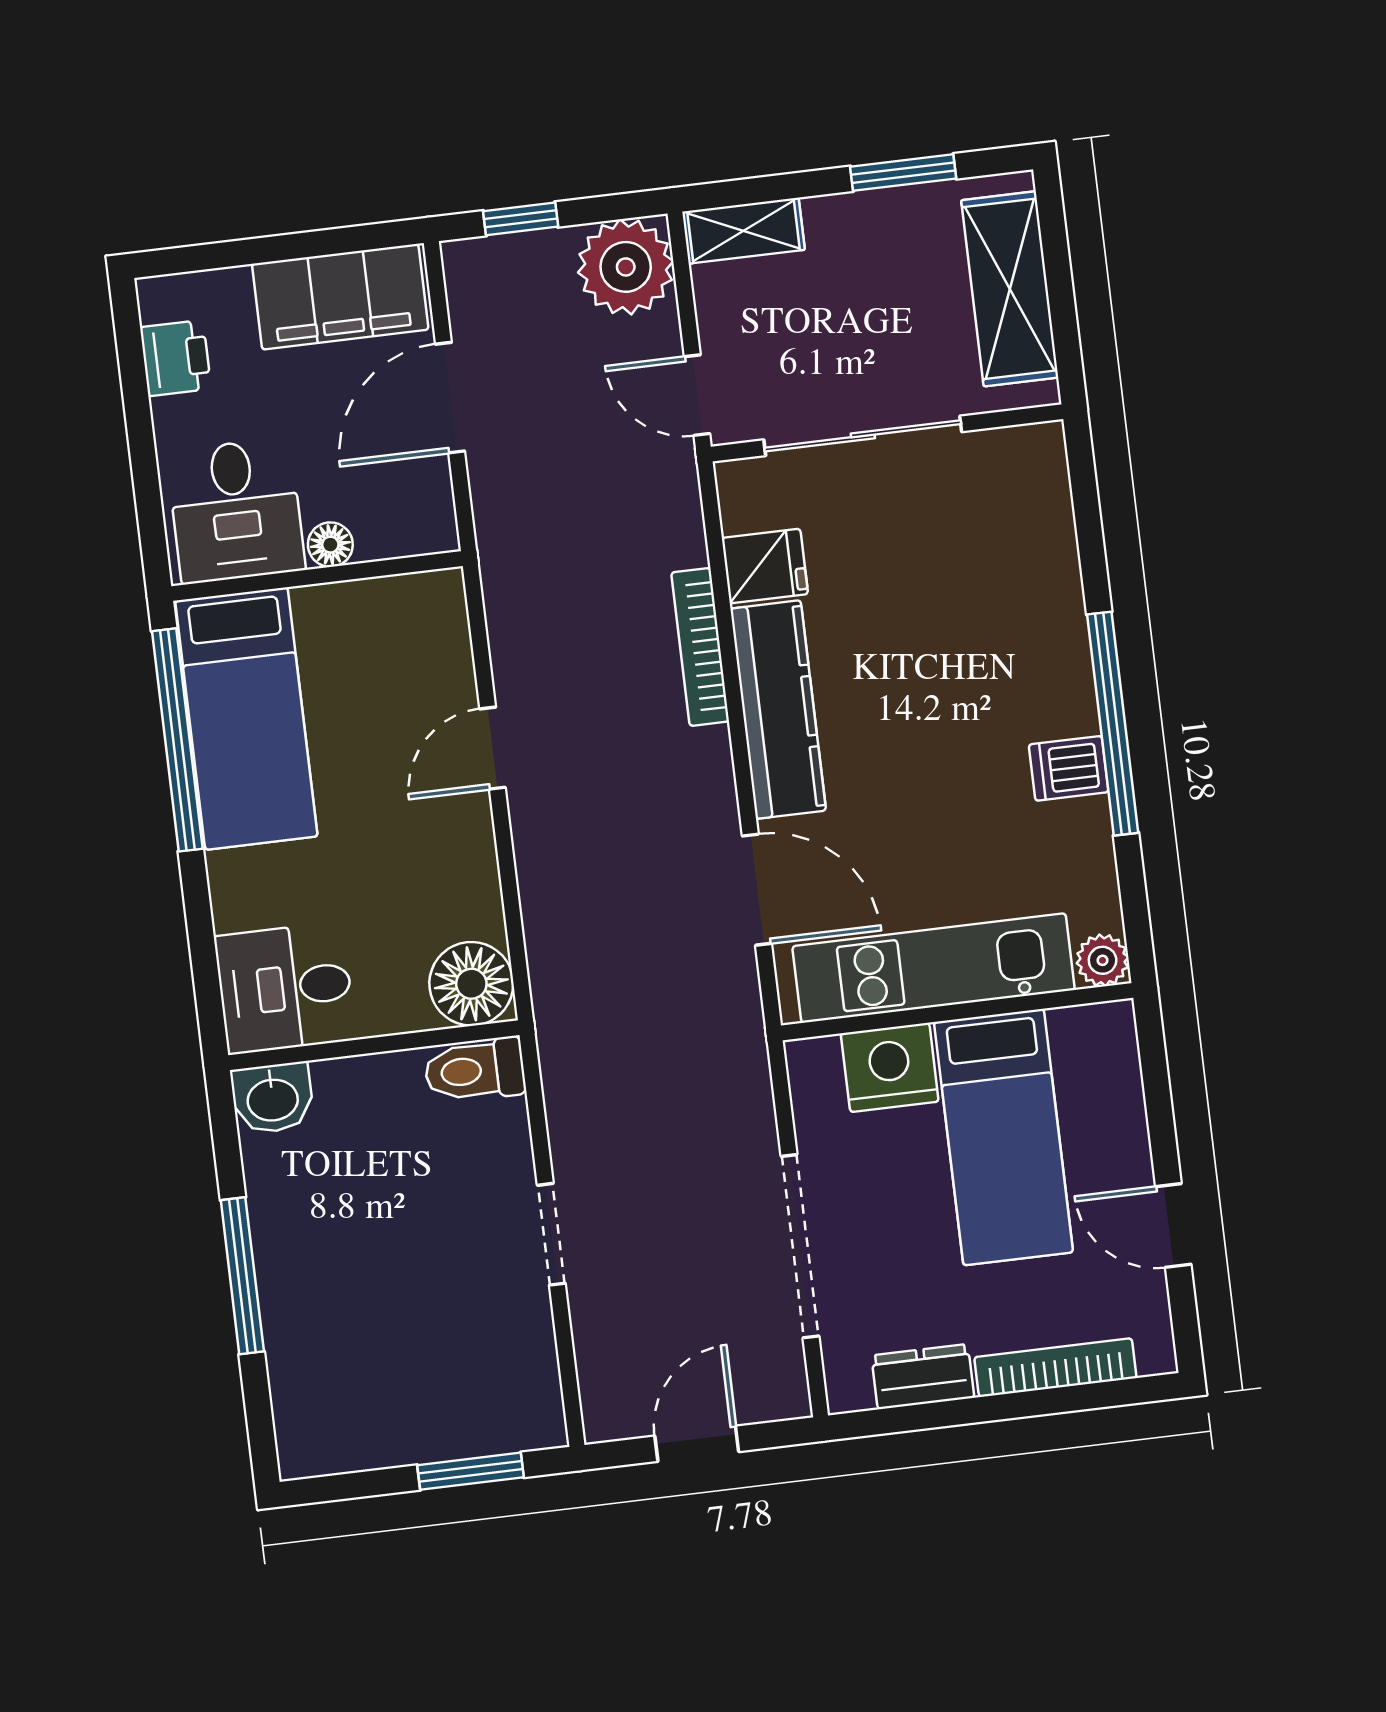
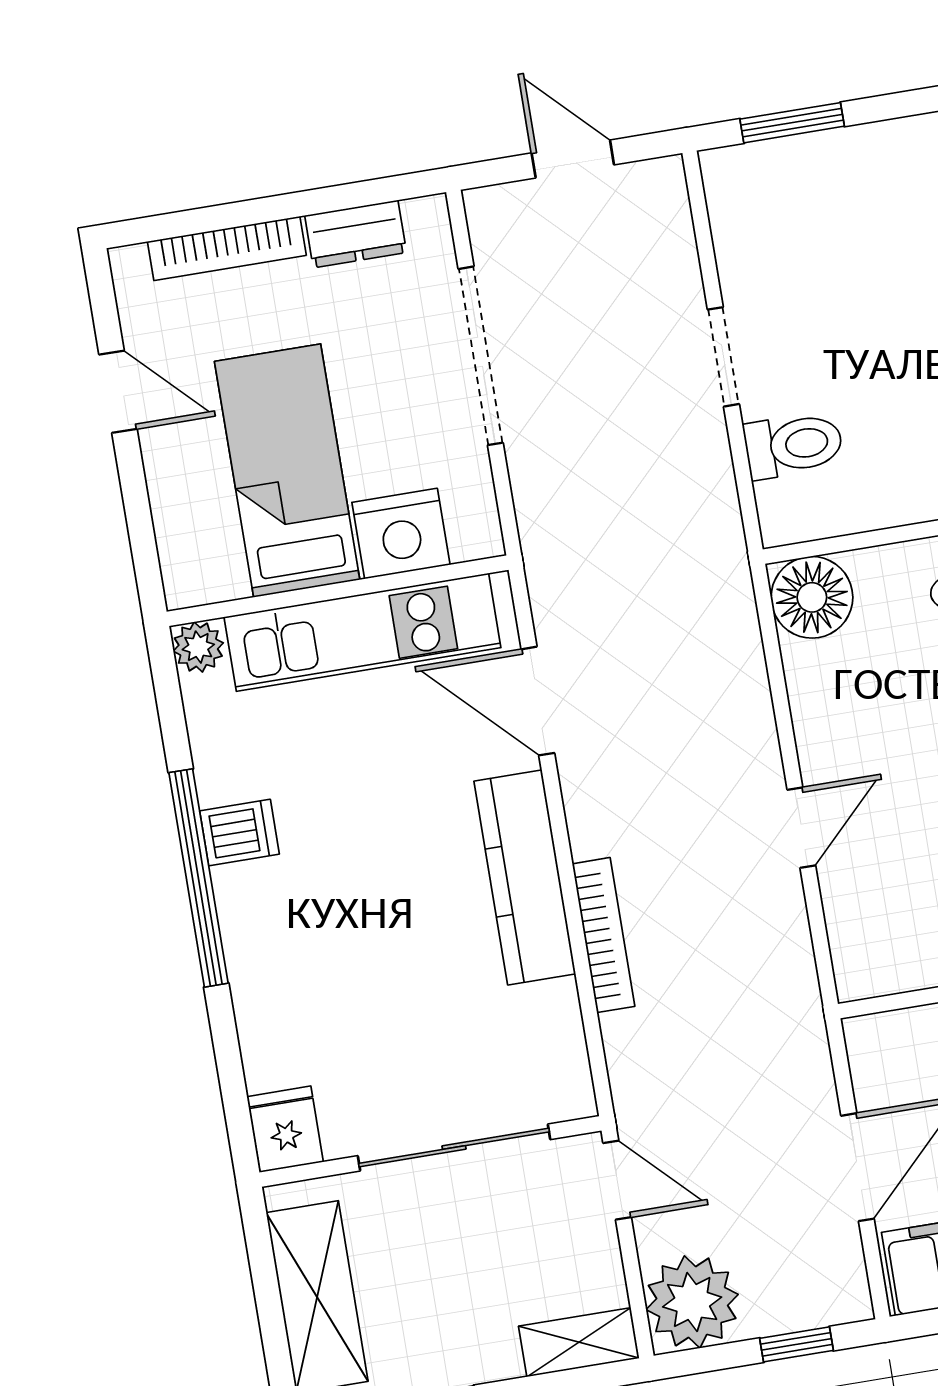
fridge: (765, 566) -> (285, 1129), moved, turned 90
toilet: (475, 1070) -> (794, 445), moved
door: (697, 1444) -> (573, 159), swing flipped

